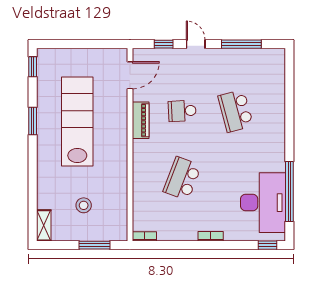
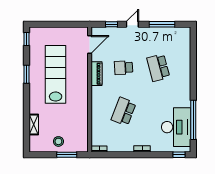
door: (196, 44) -> (132, 24), hinge flipped
stool: (84, 205) -> (58, 141), moved
shelving: (44, 225) -> (34, 125), moved

